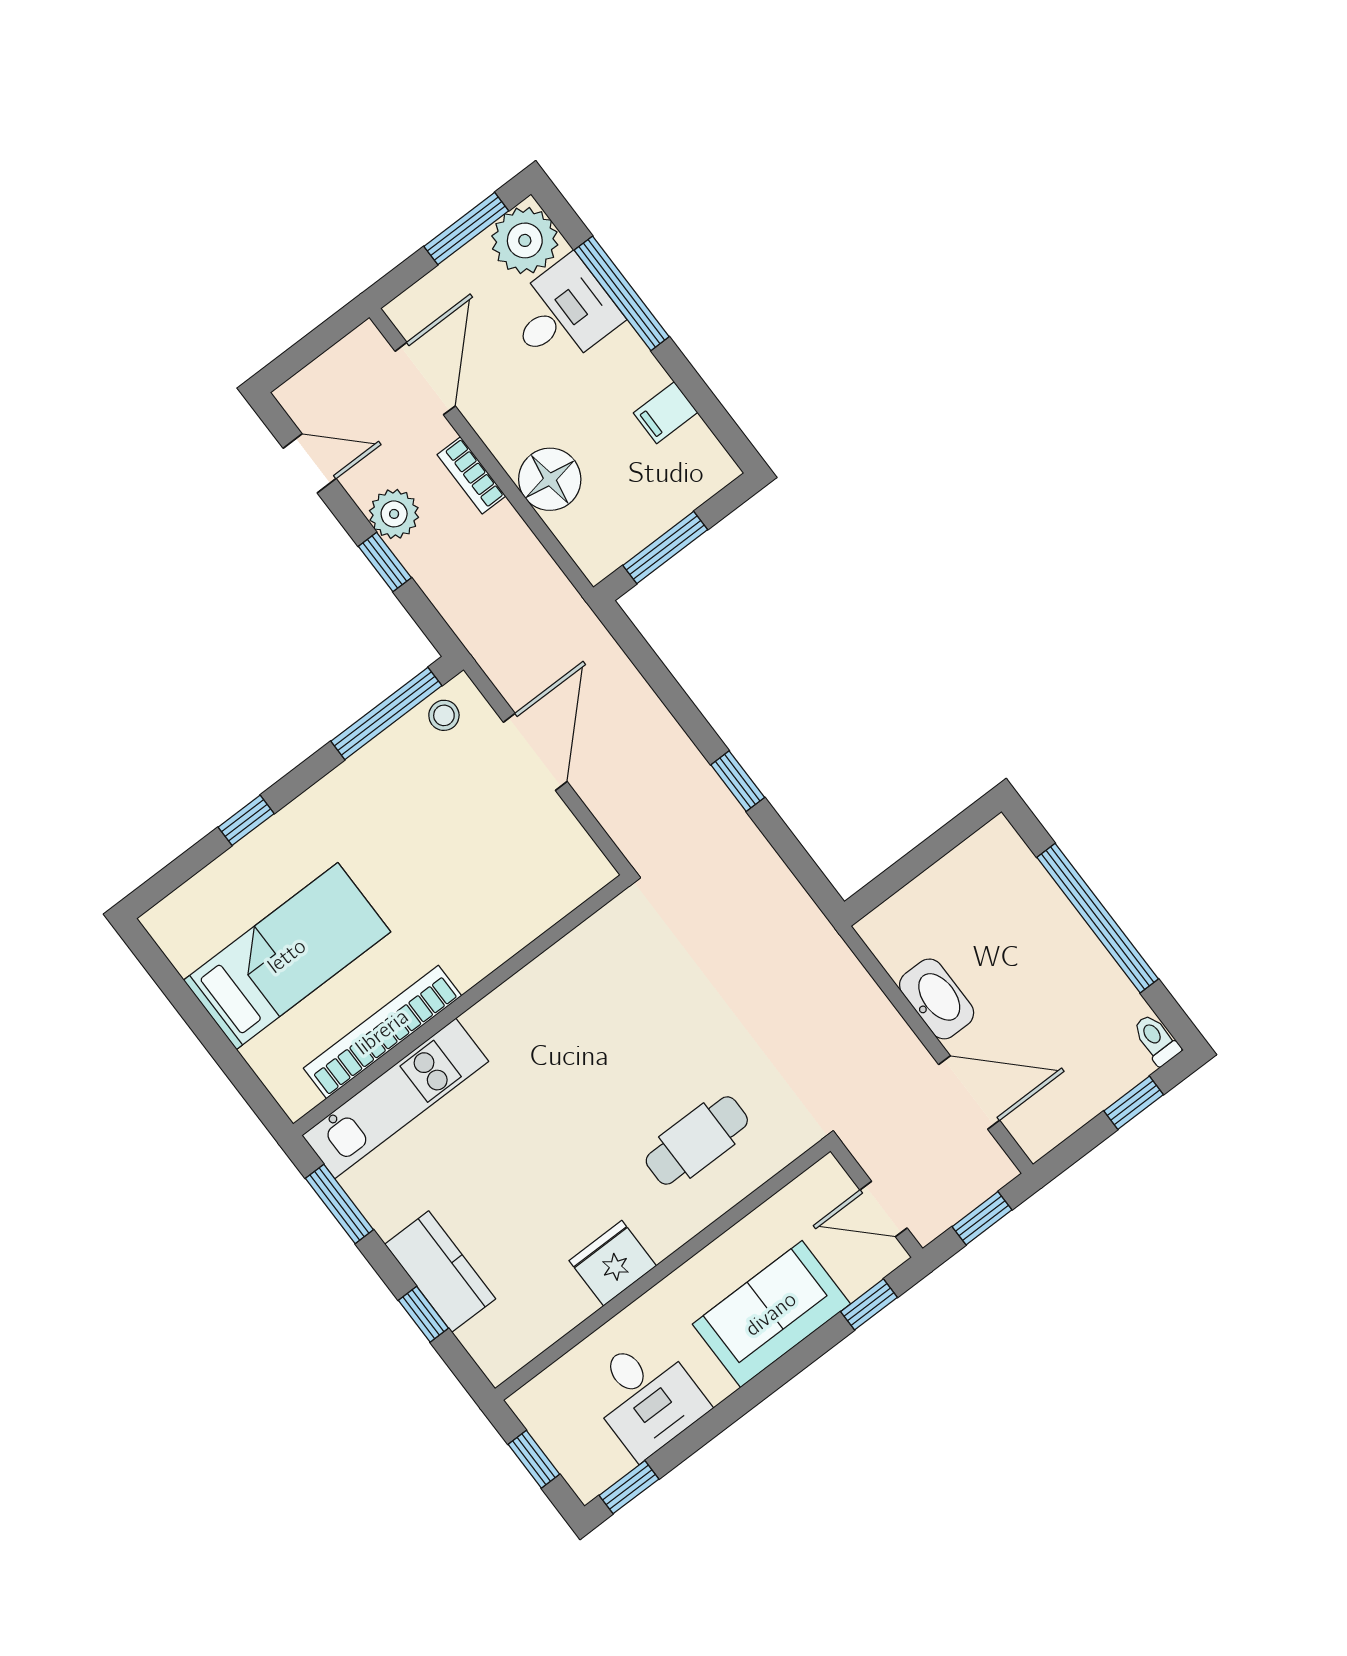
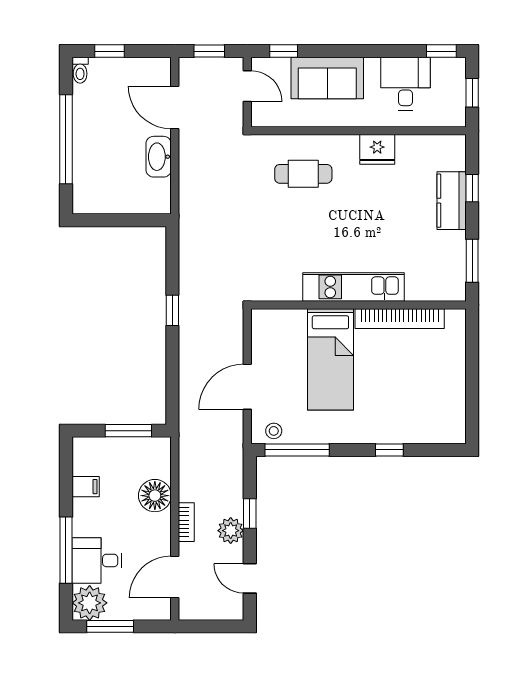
bed: (287, 956) -> (330, 359), moved, turned -90
kitchen unit: (395, 1098) -> (354, 287), moved

